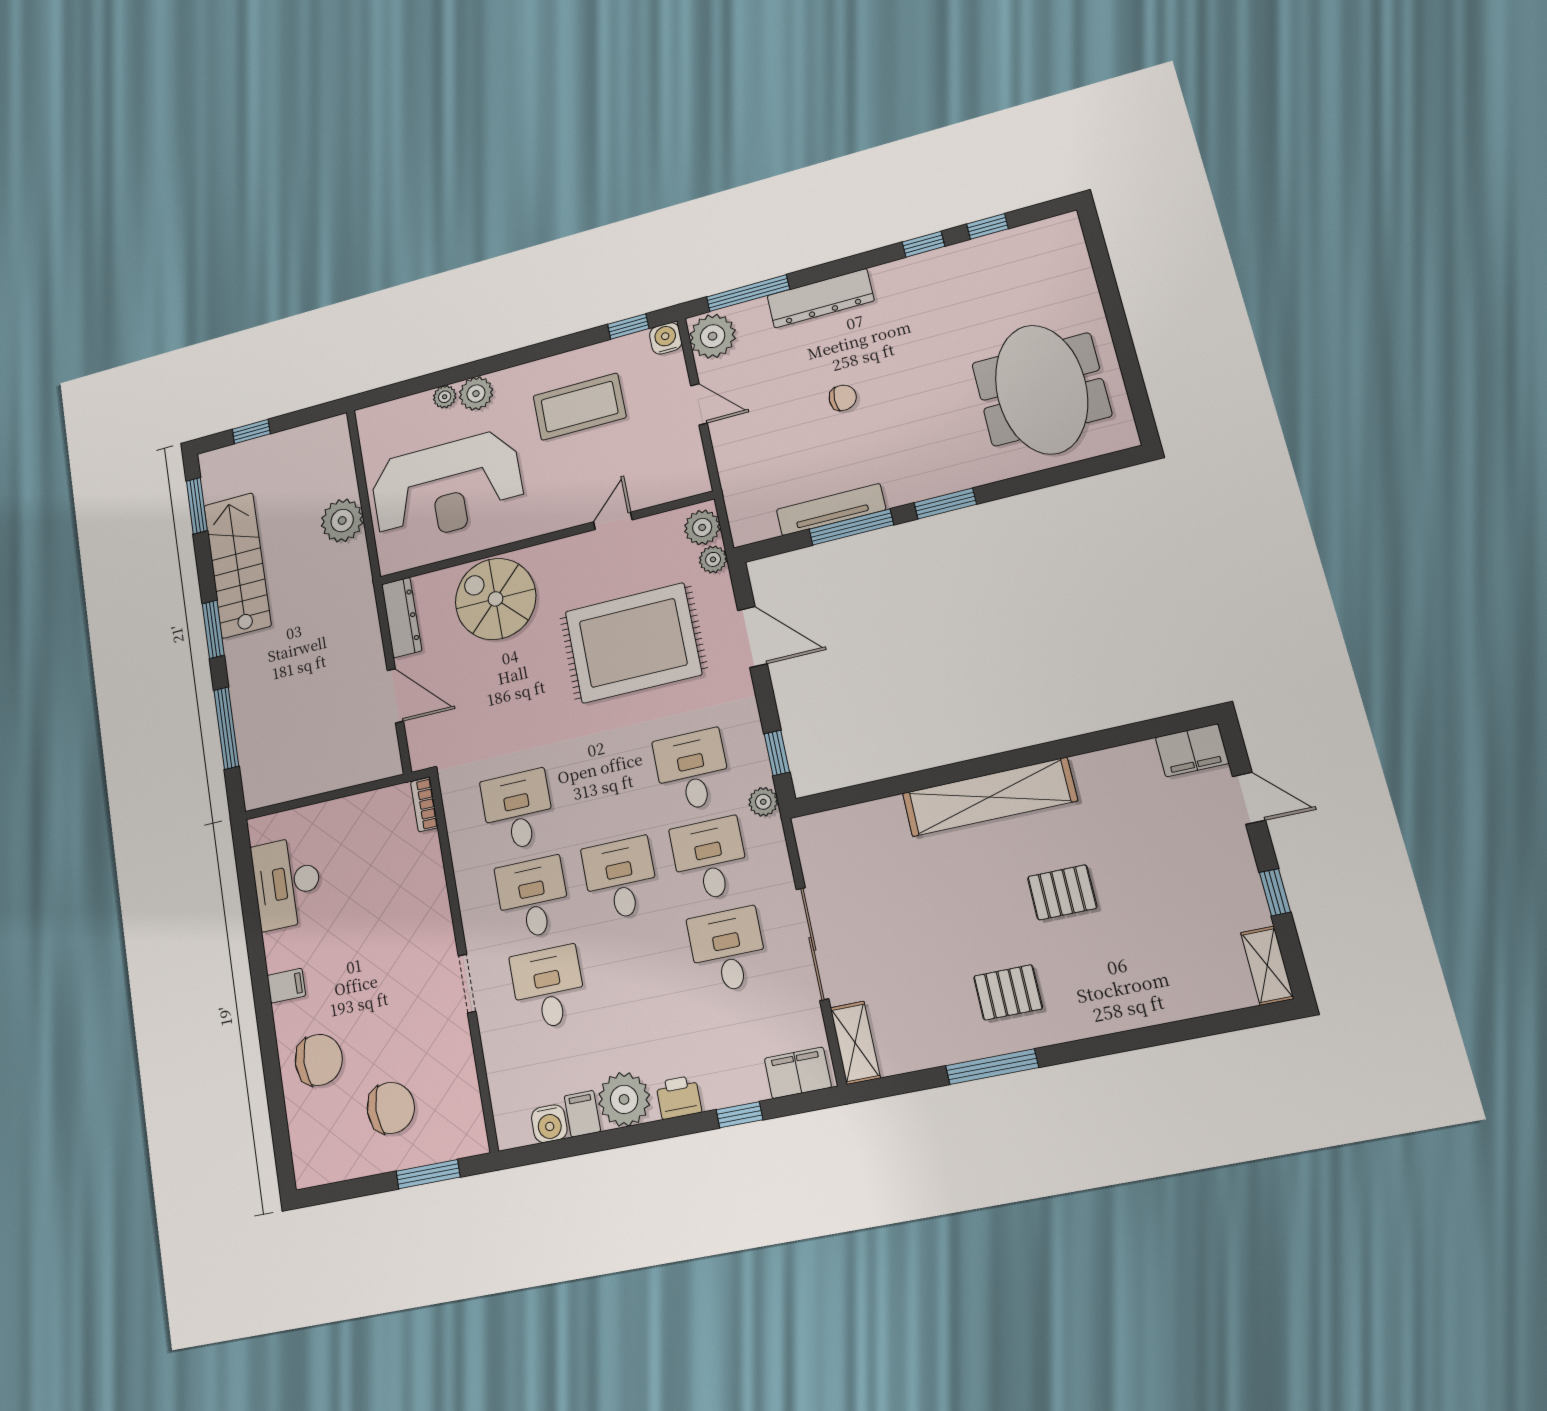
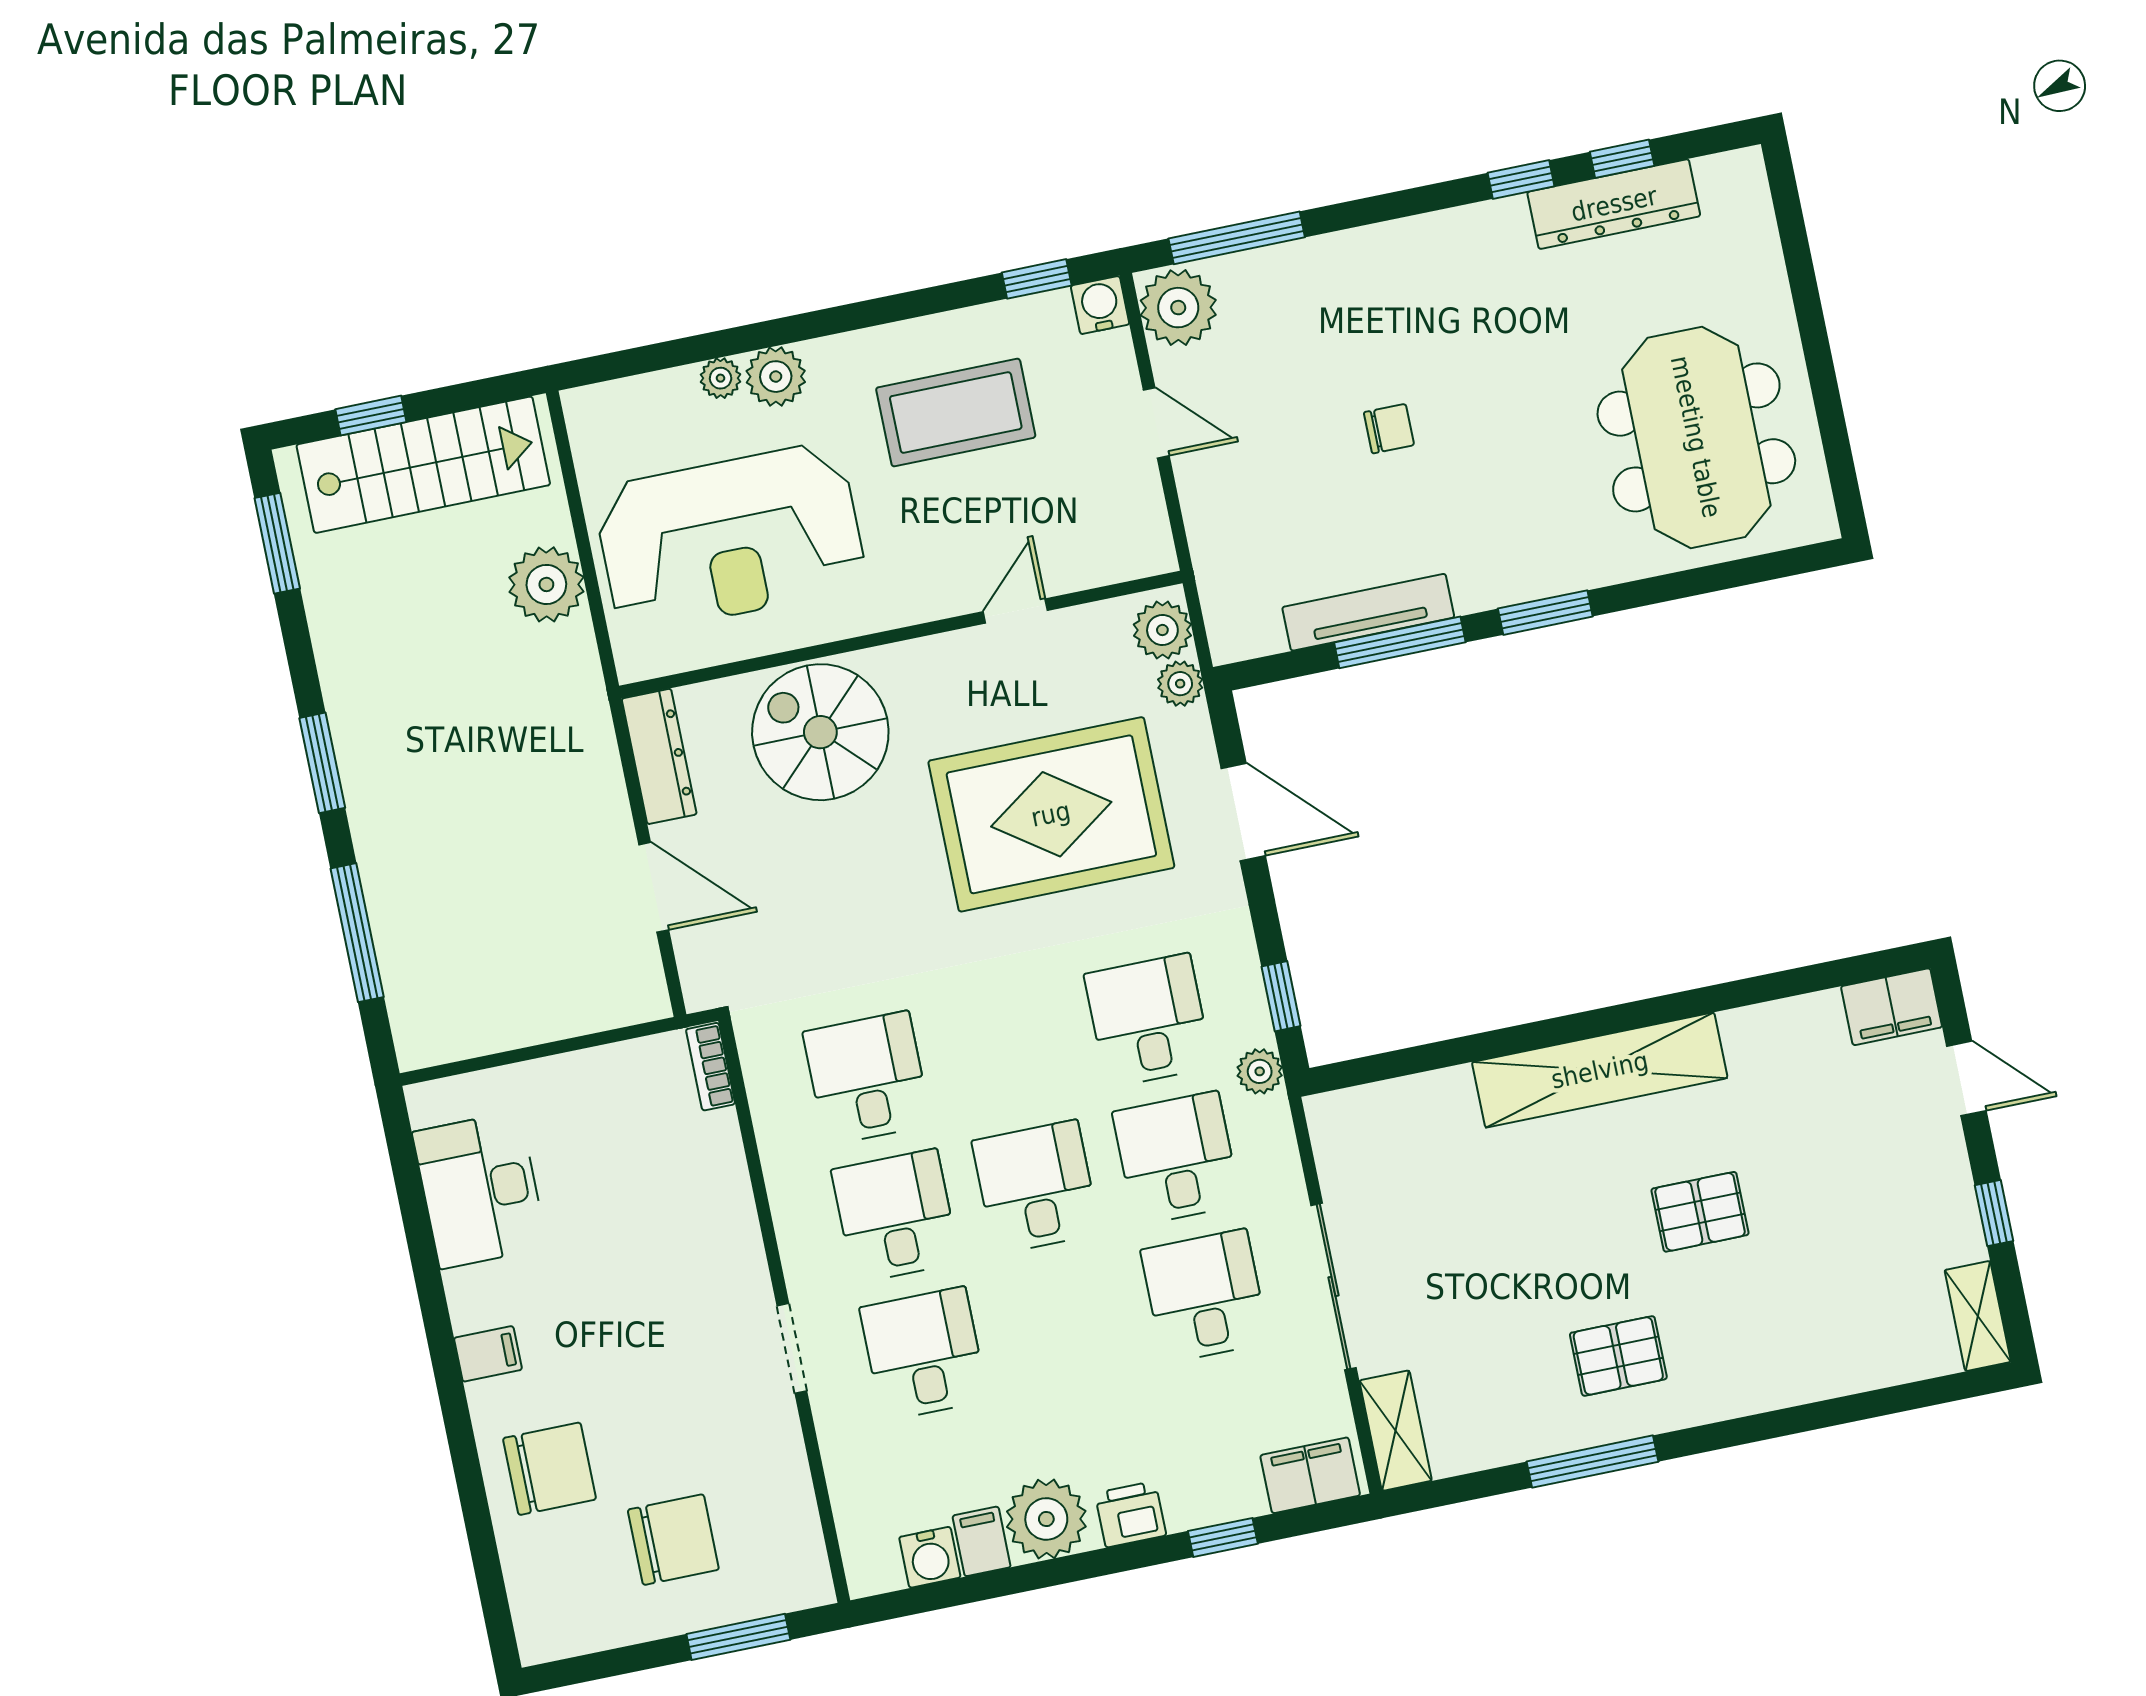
dresser: (820, 298) -> (1614, 204), moved
stairs: (237, 565) -> (423, 465), moved, turned 90

